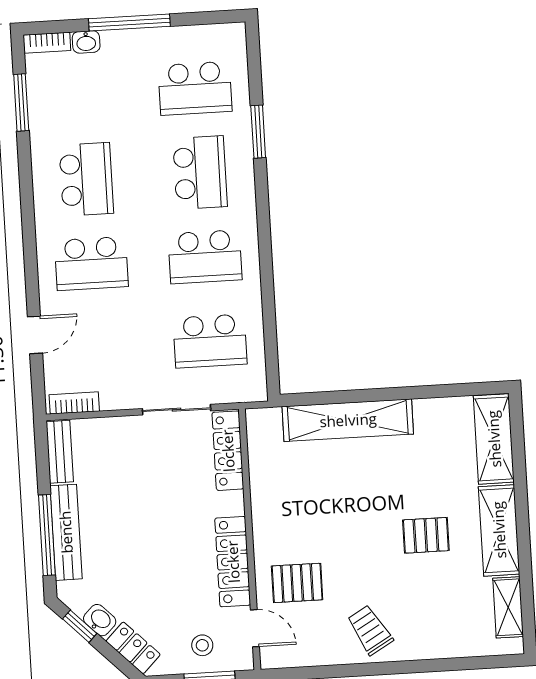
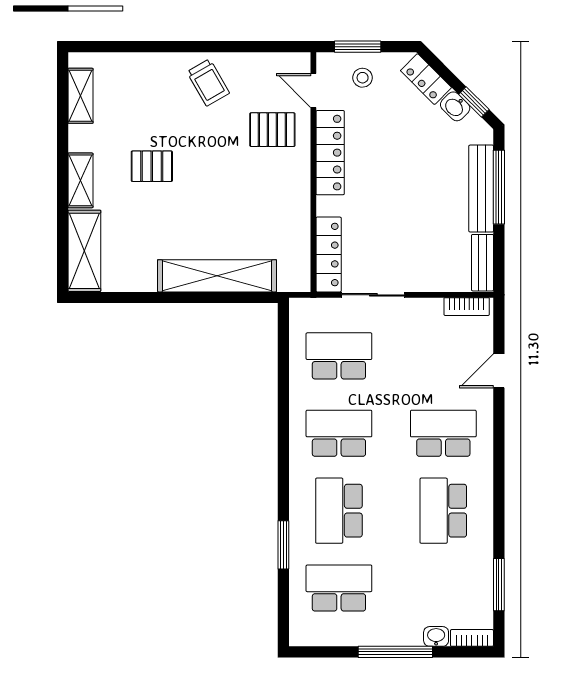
shelving: (499, 530) -> (80, 180), width x0.67, depth x0.75

